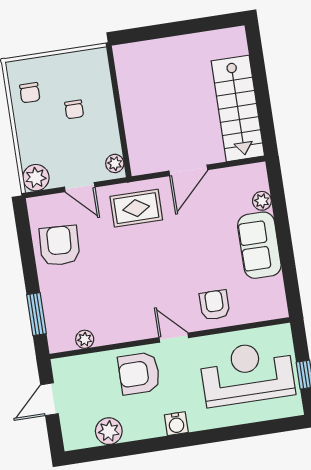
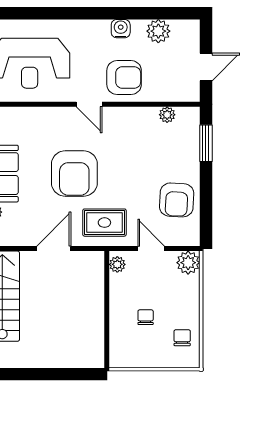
armchair: (215, 305) -> (74, 173), moved, width x1.88, depth x1.88
water cooler: (176, 424) -> (121, 29), moved

